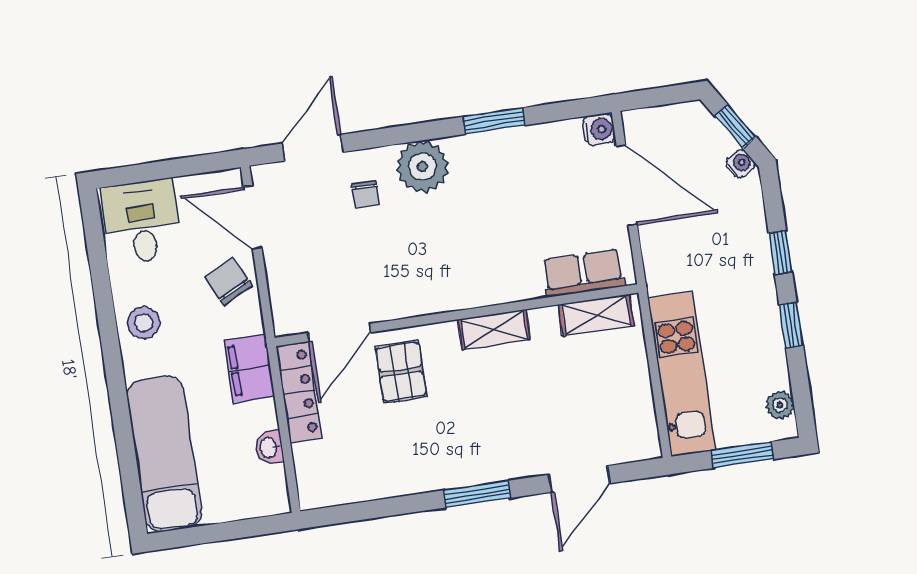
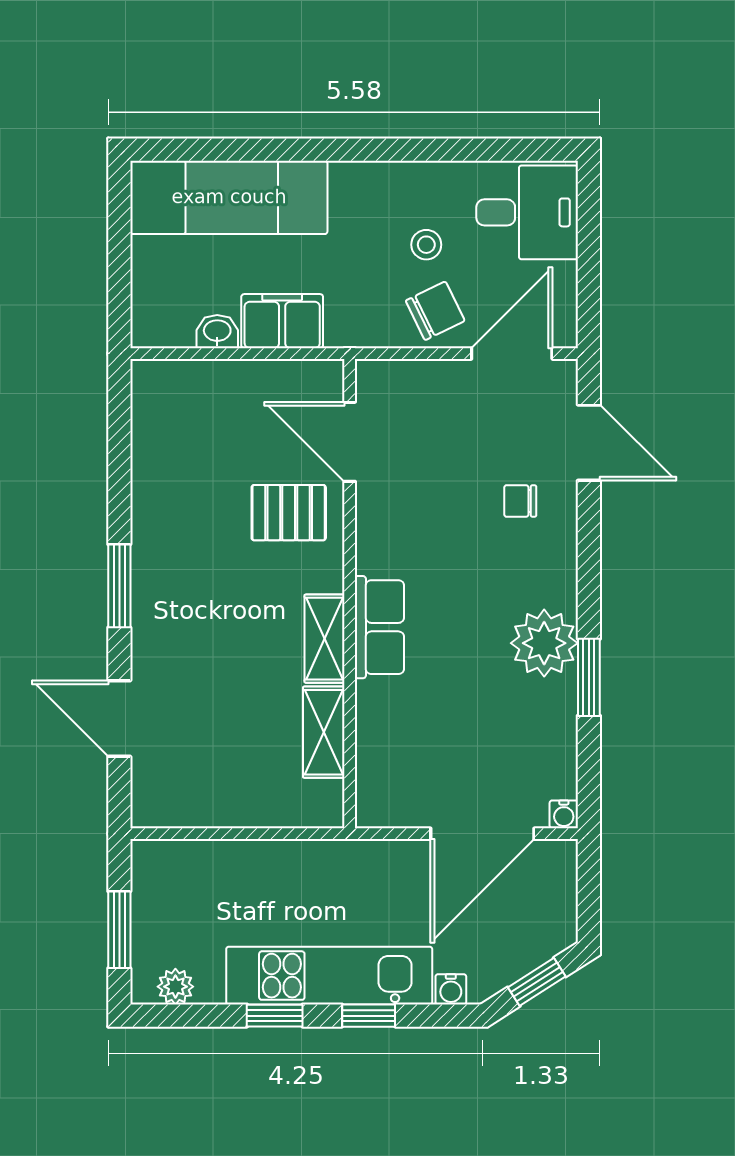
water cooler: (599, 129) -> (564, 814), width x0.72, depth x0.72
water cooler: (740, 164) -> (451, 989), moved, turned 33
plant: (422, 167) -> (544, 643), moved
row of seats: (583, 273) -> (379, 627), moved
shelving: (596, 315) -> (324, 732), moved
stool: (144, 323) -> (426, 245), moved, width x0.73, depth x0.73
filing cabinet: (249, 369) -> (282, 321), moved
kitchen unit: (682, 374) -> (329, 976), moved, turned 180
locker: (299, 392) -> (282, 380), removed

